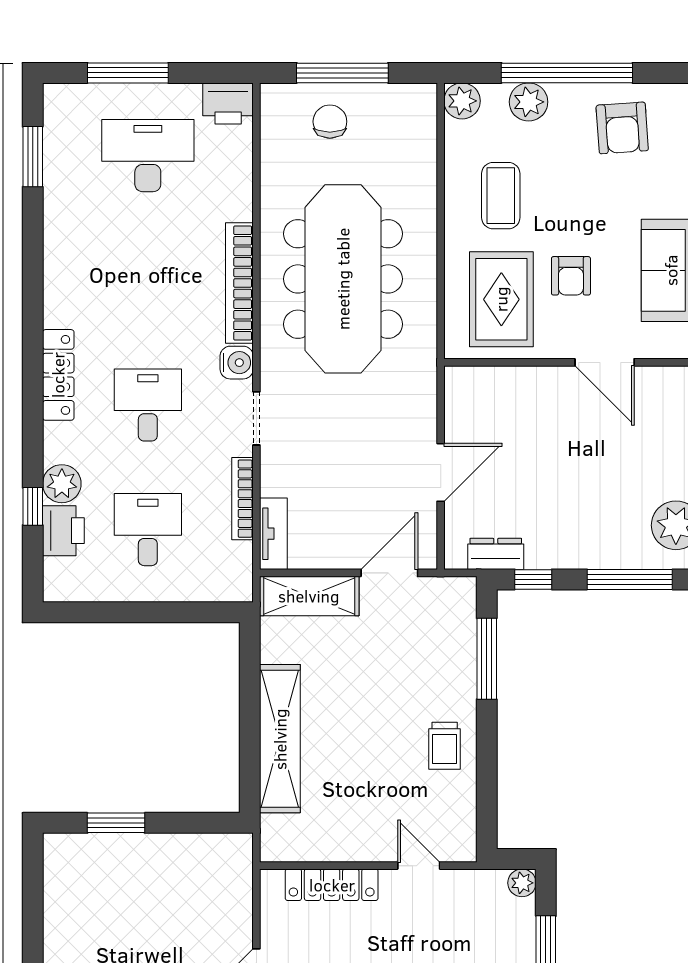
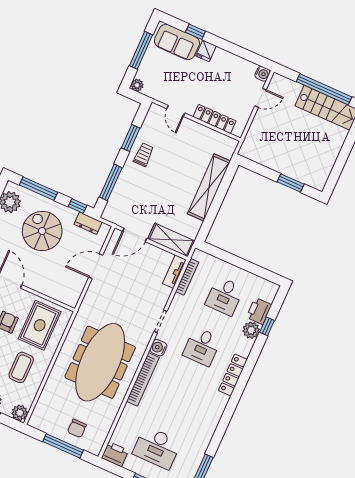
spiral stairs: (583, 496) -> (42, 231), added
bookcase: (243, 499) -> (187, 277), moved
window: (487, 768) -> (131, 138), added

